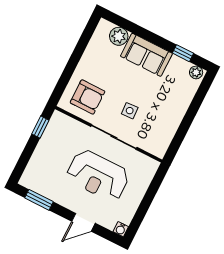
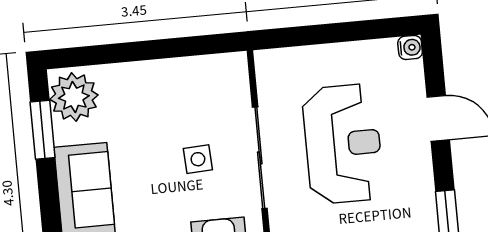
window: (183, 53) -> (43, 130), width x1.50
plant: (196, 72) -> (74, 97), width x1.88, depth x1.88

